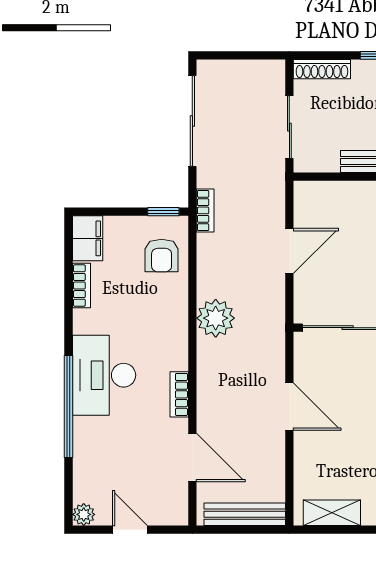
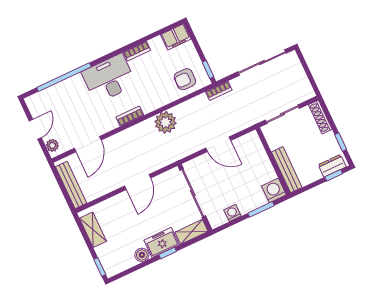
bookcase: (81, 286) -> (137, 51), moved
bookcase: (179, 394) -> (130, 116), moved
window: (68, 407) -> (64, 77), moved
plant: (84, 514) -> (52, 145), moved

